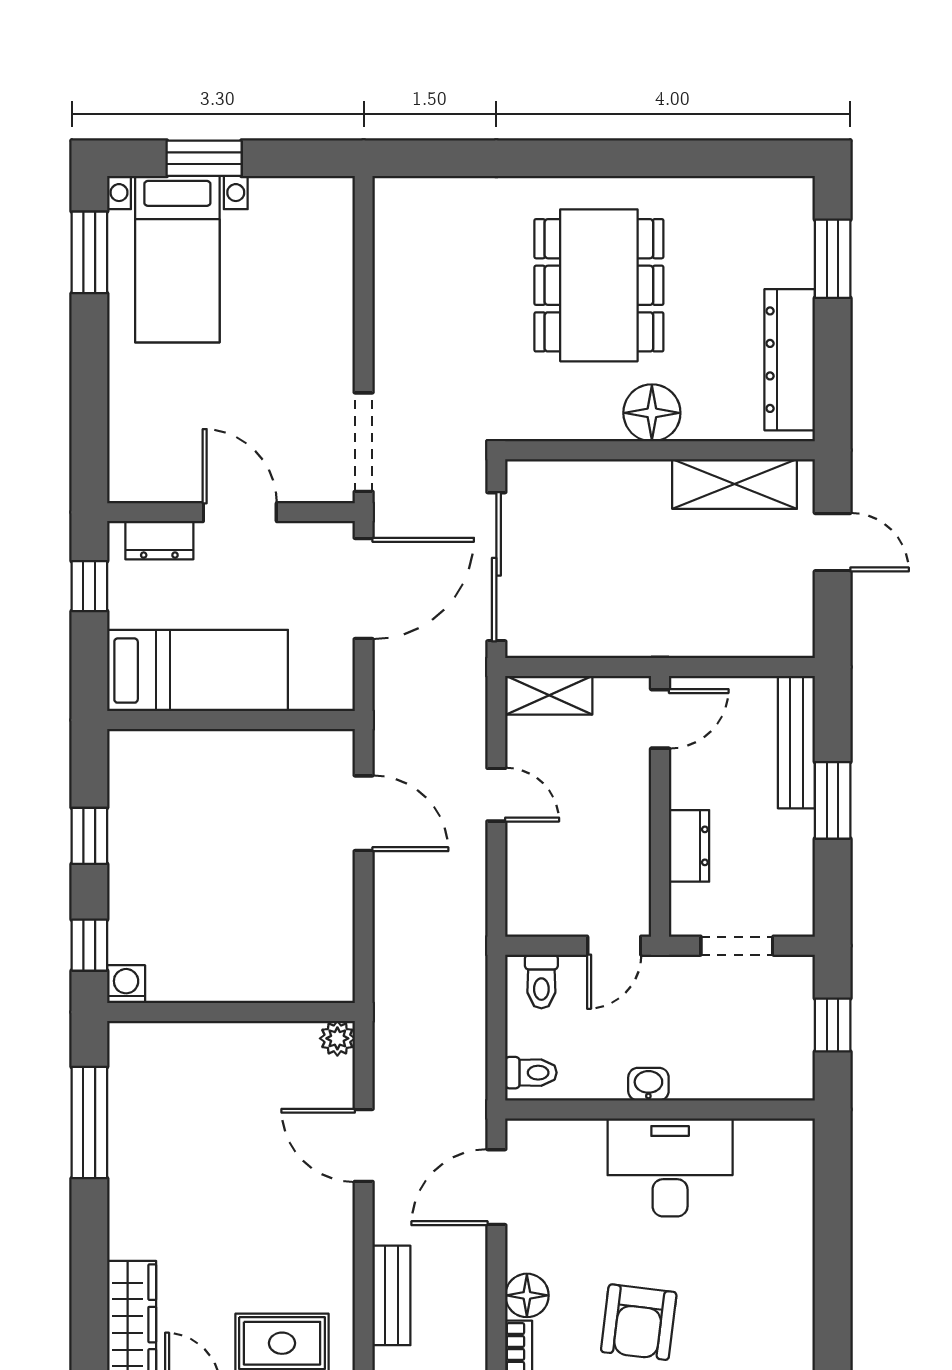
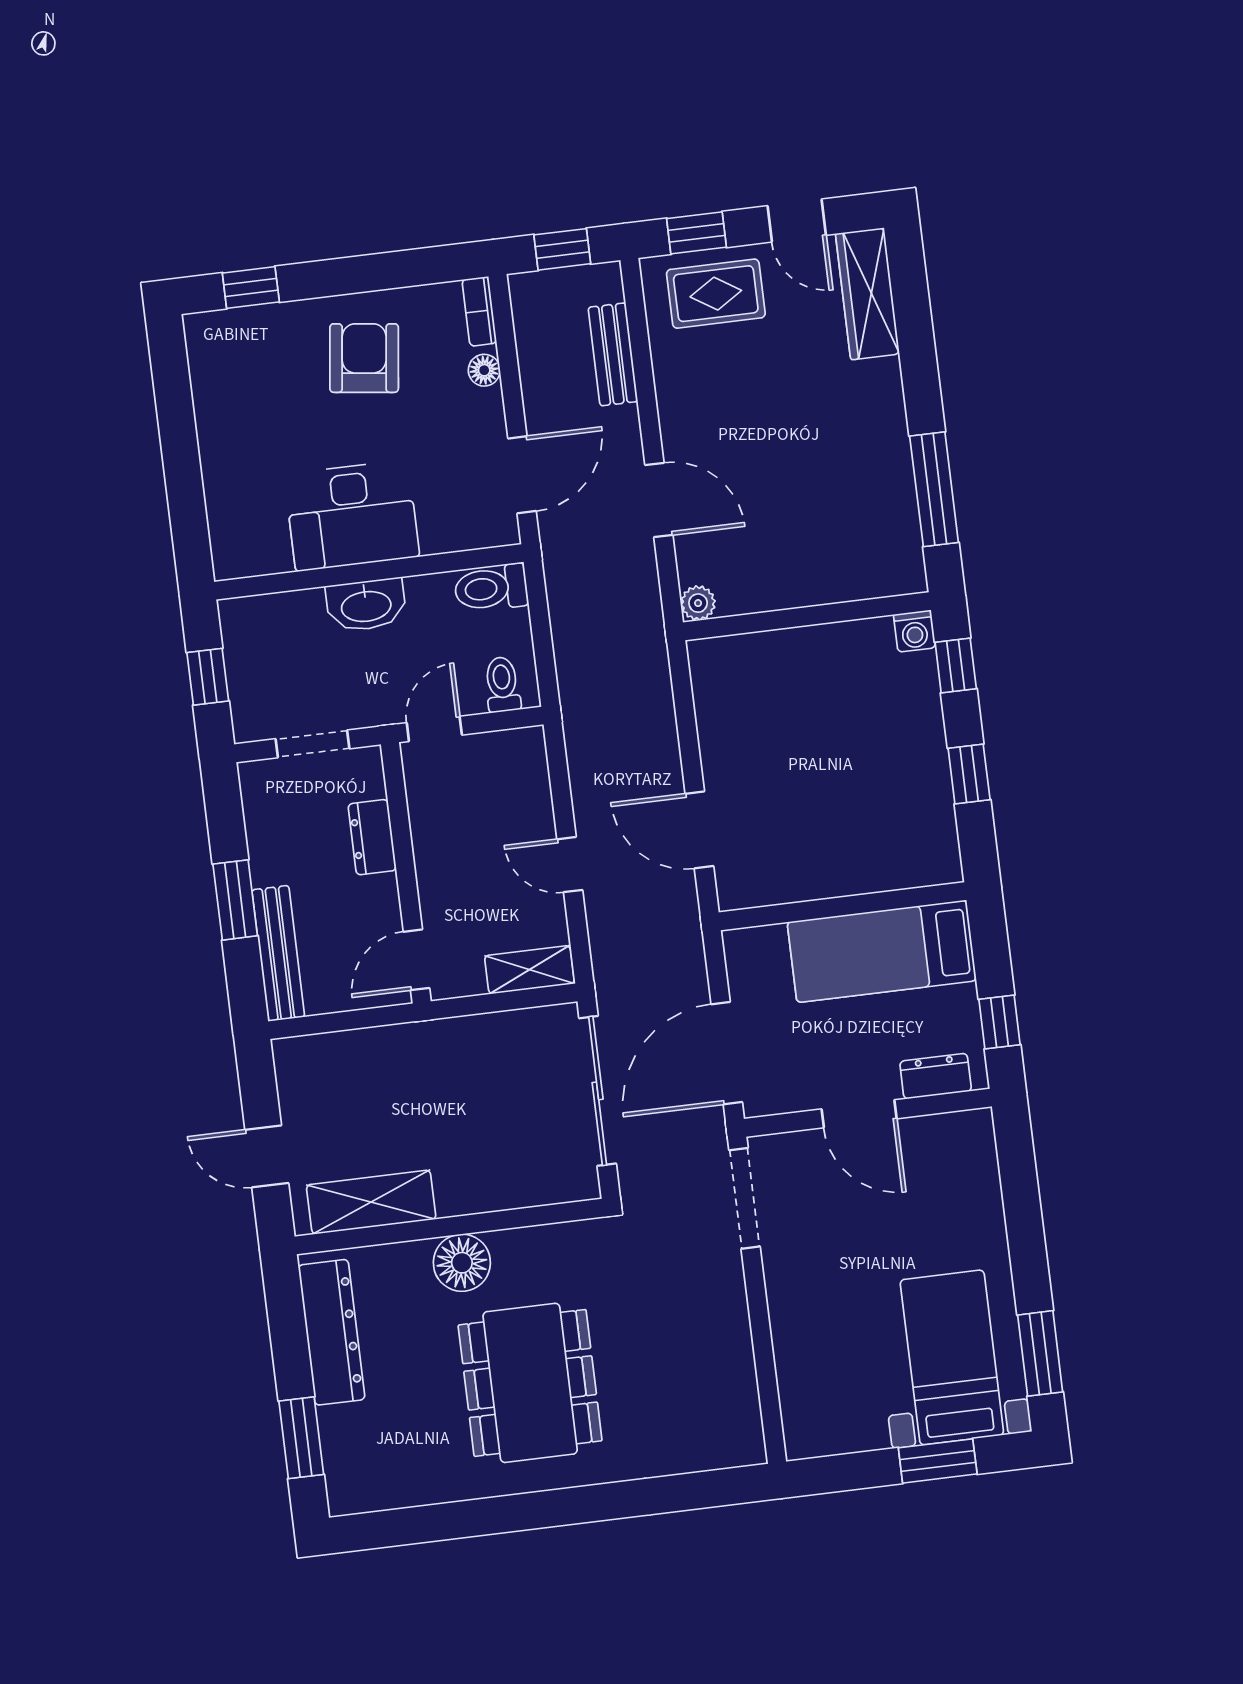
toilet: (531, 1073) -> (491, 588), width x1.37, depth x1.39
washbasin: (648, 1084) -> (366, 605), width x1.91, depth x1.45
floor lamp: (527, 1295) -> (484, 370), width x0.73, depth x0.73

